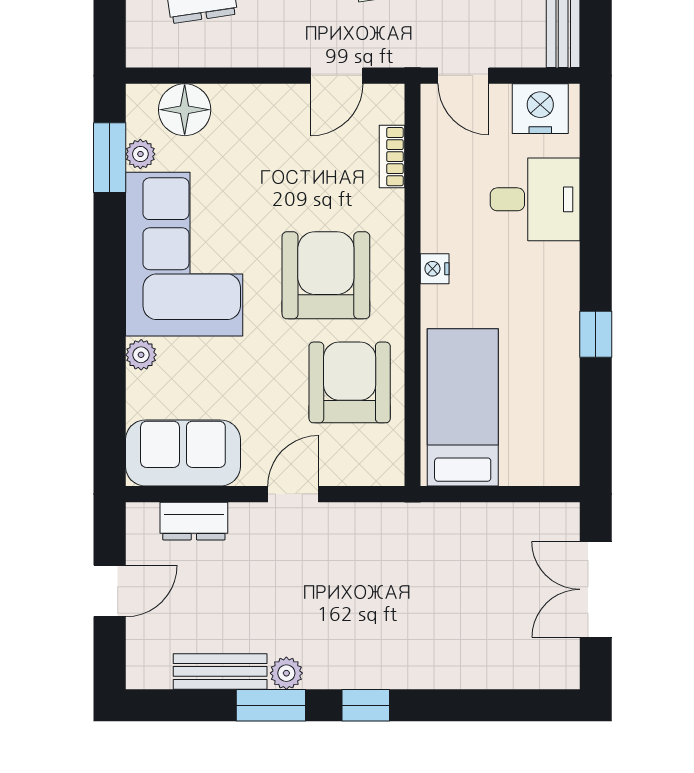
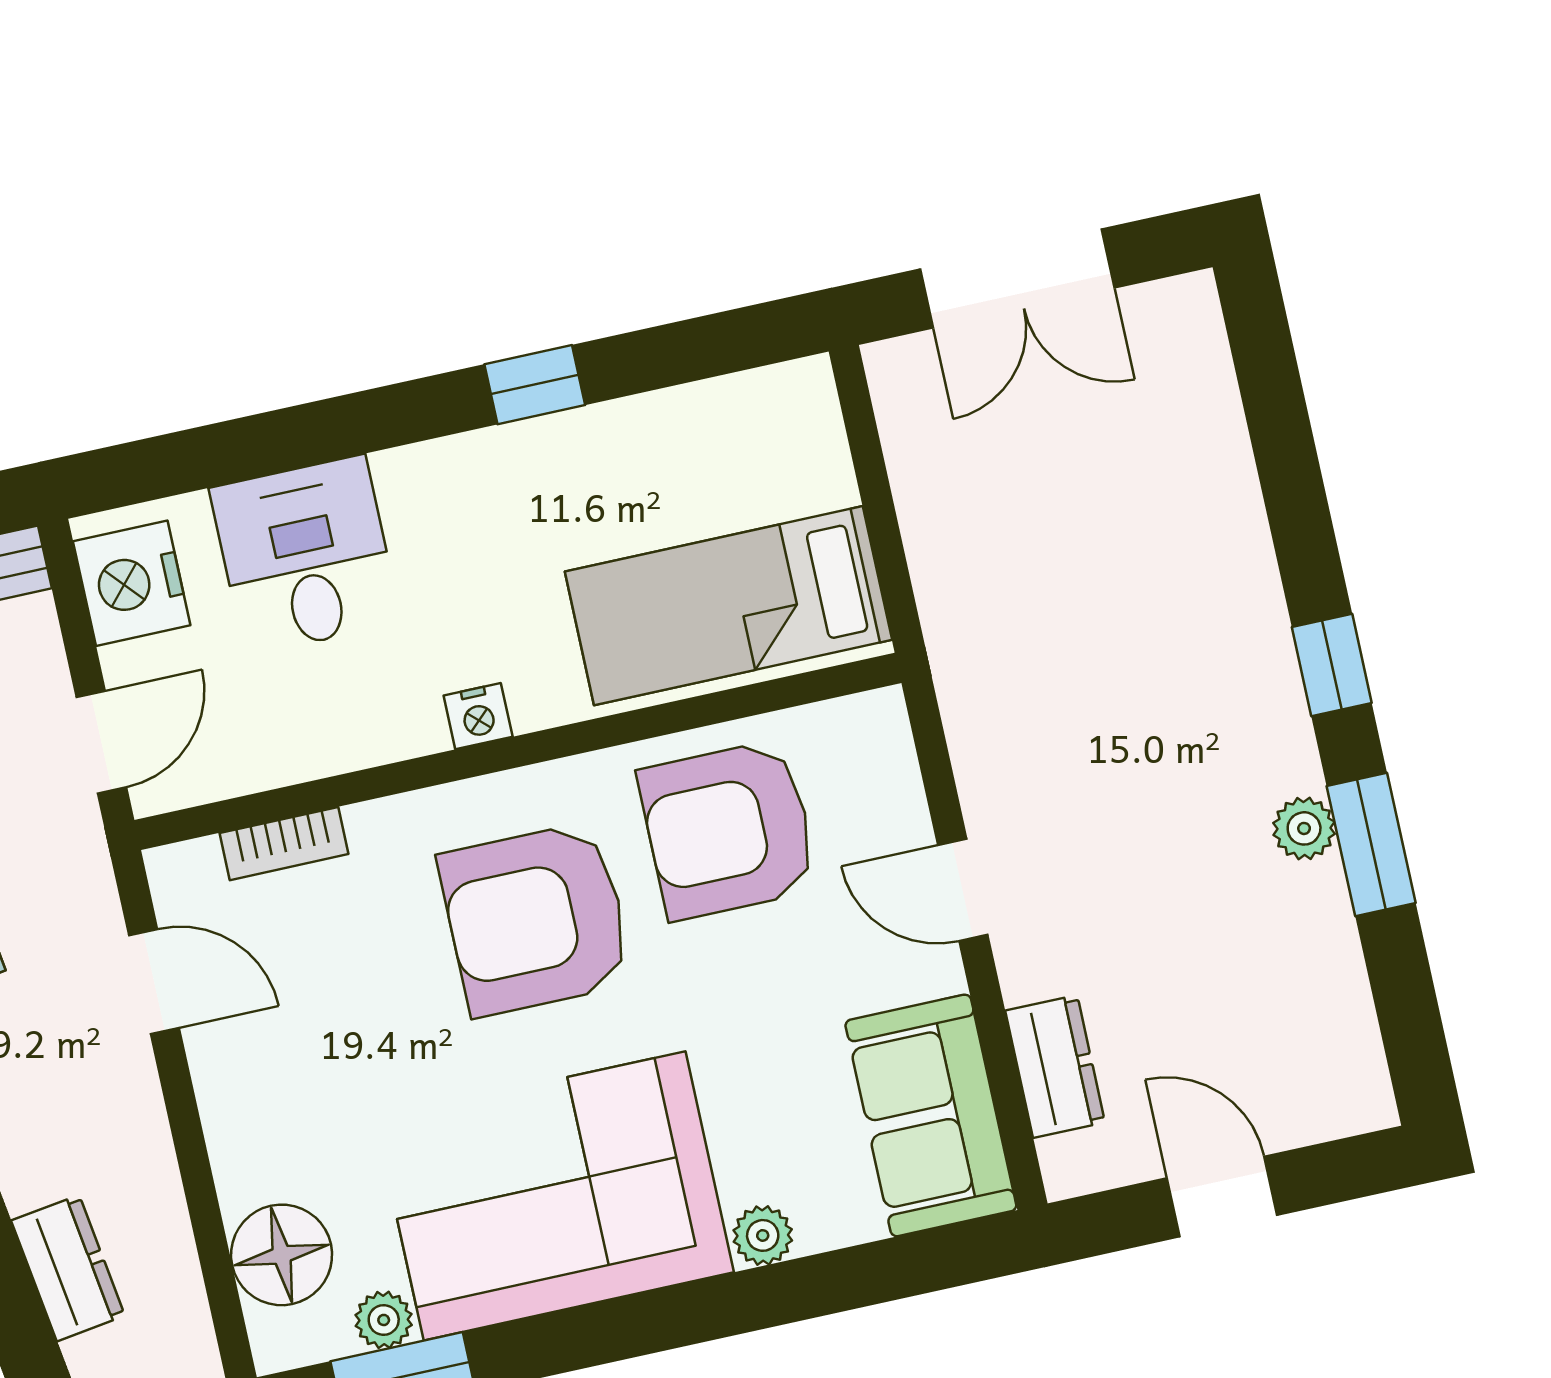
bench: (220, 671) -> (1328, 954), removed

